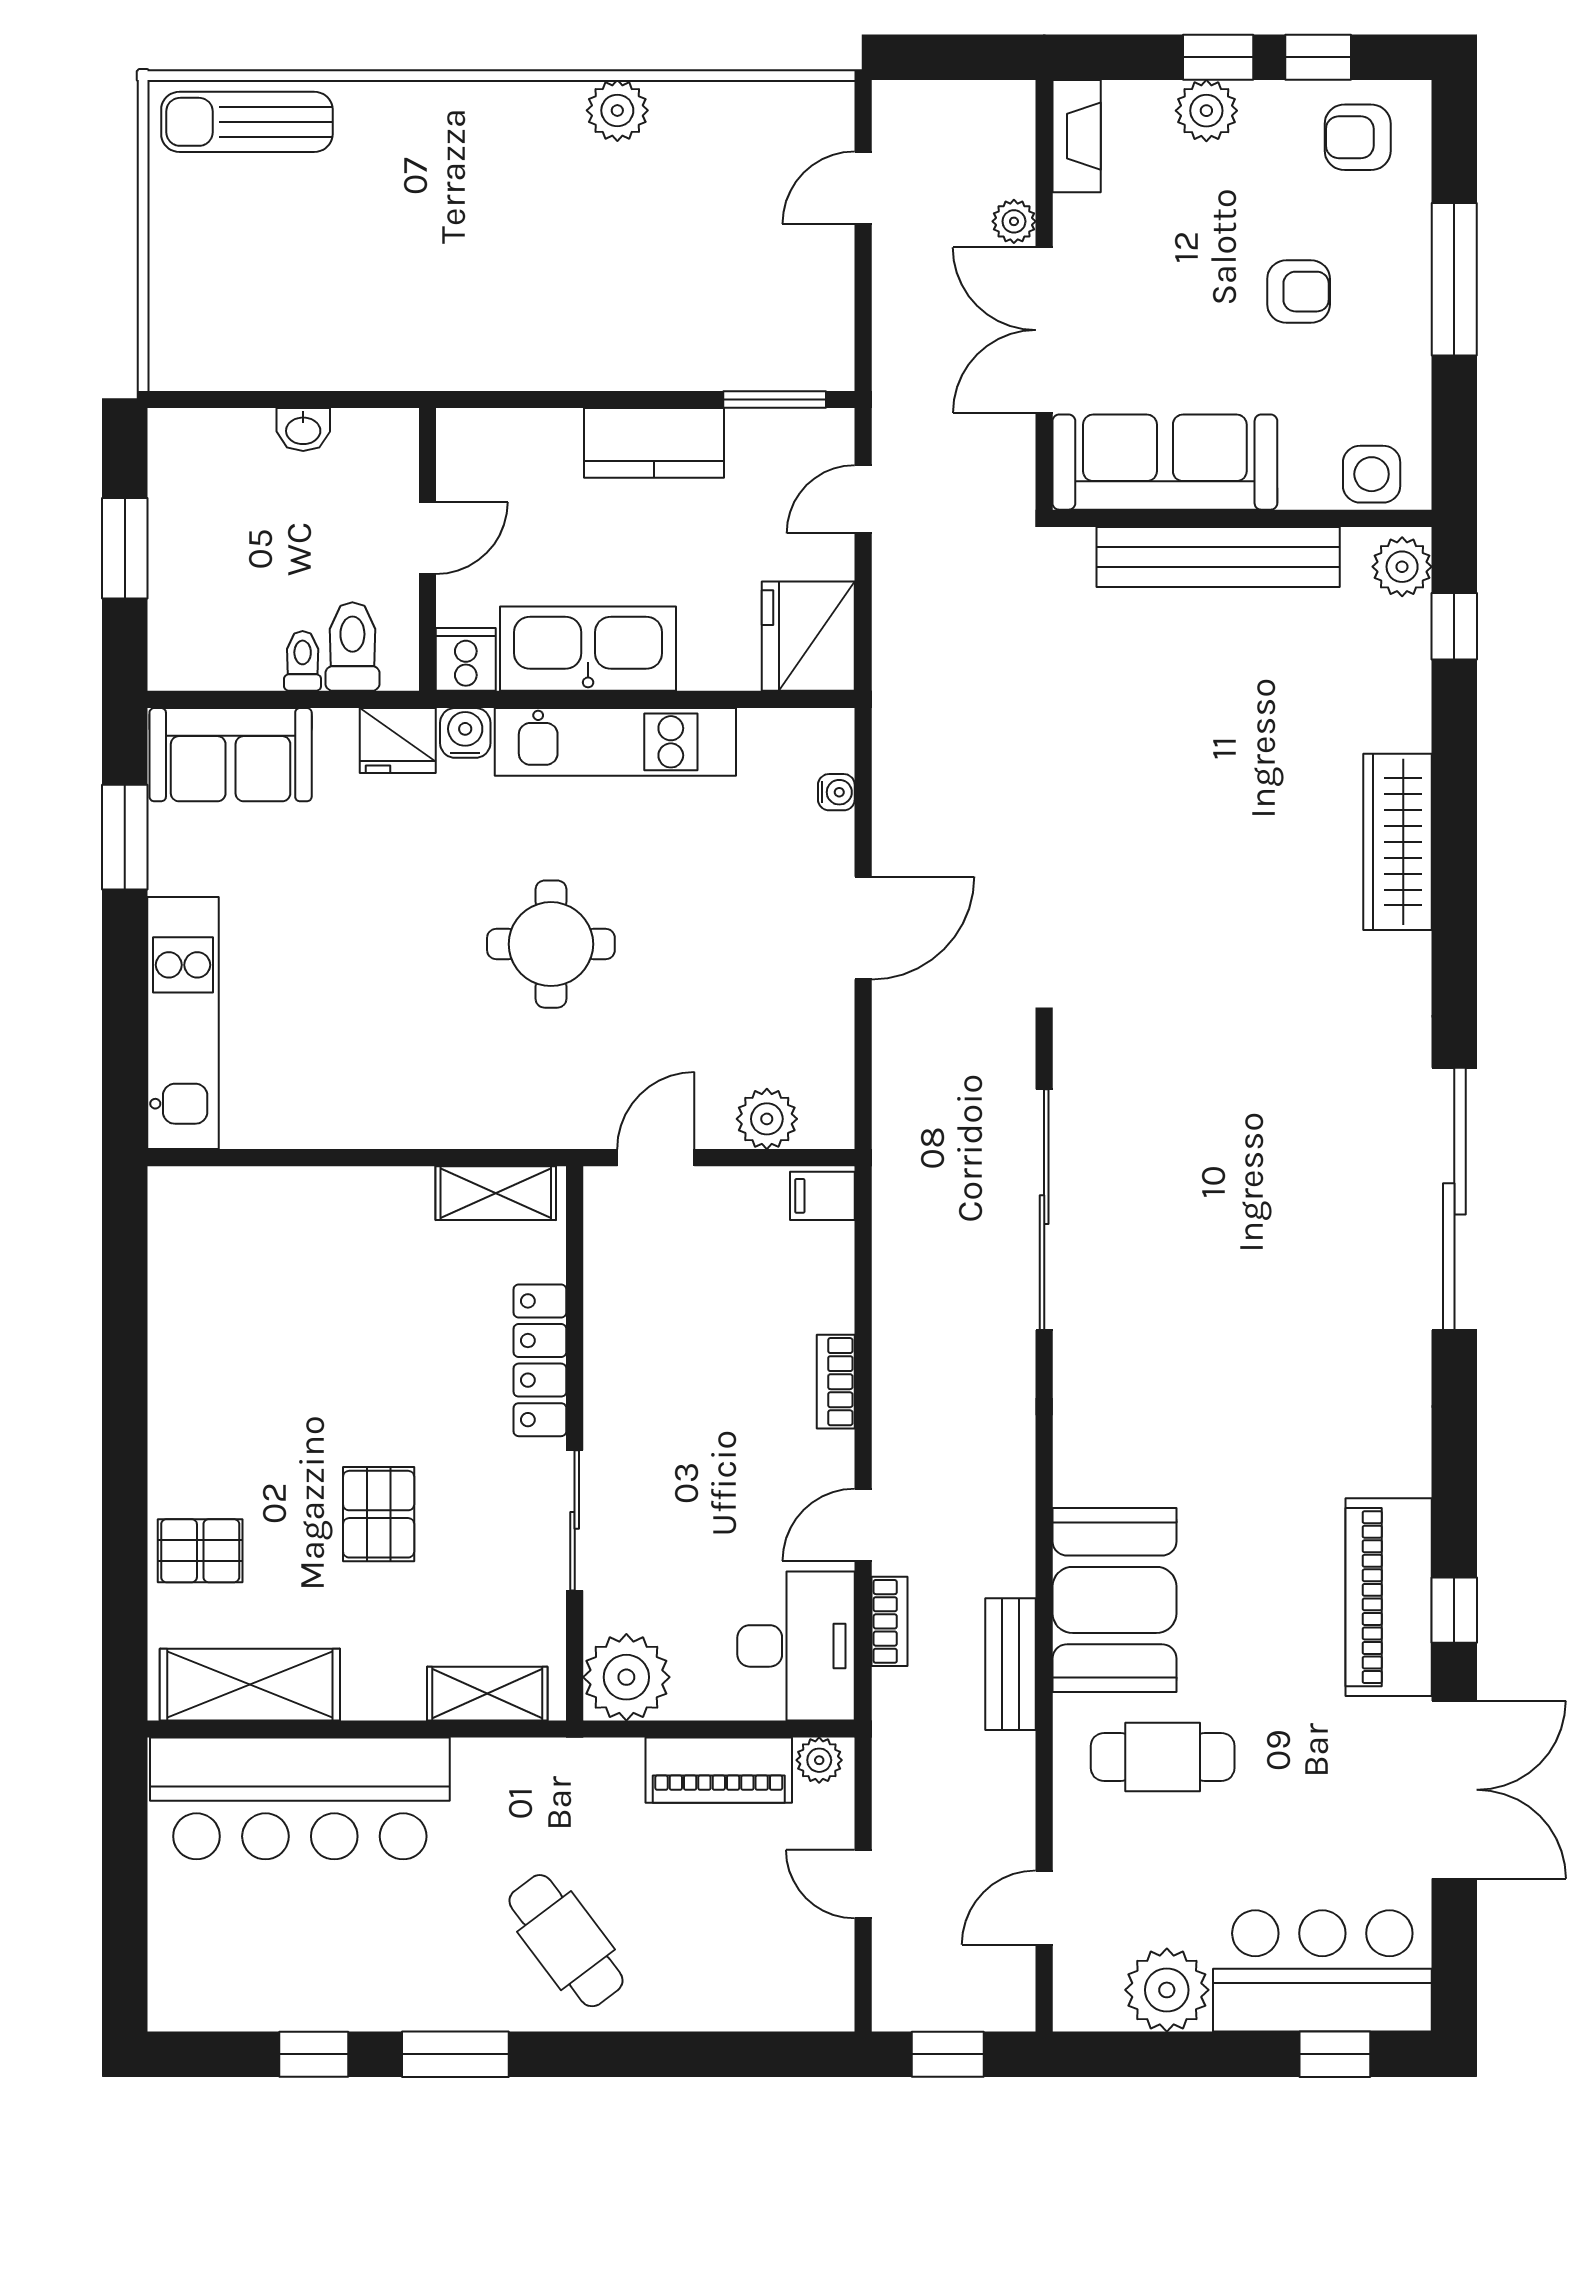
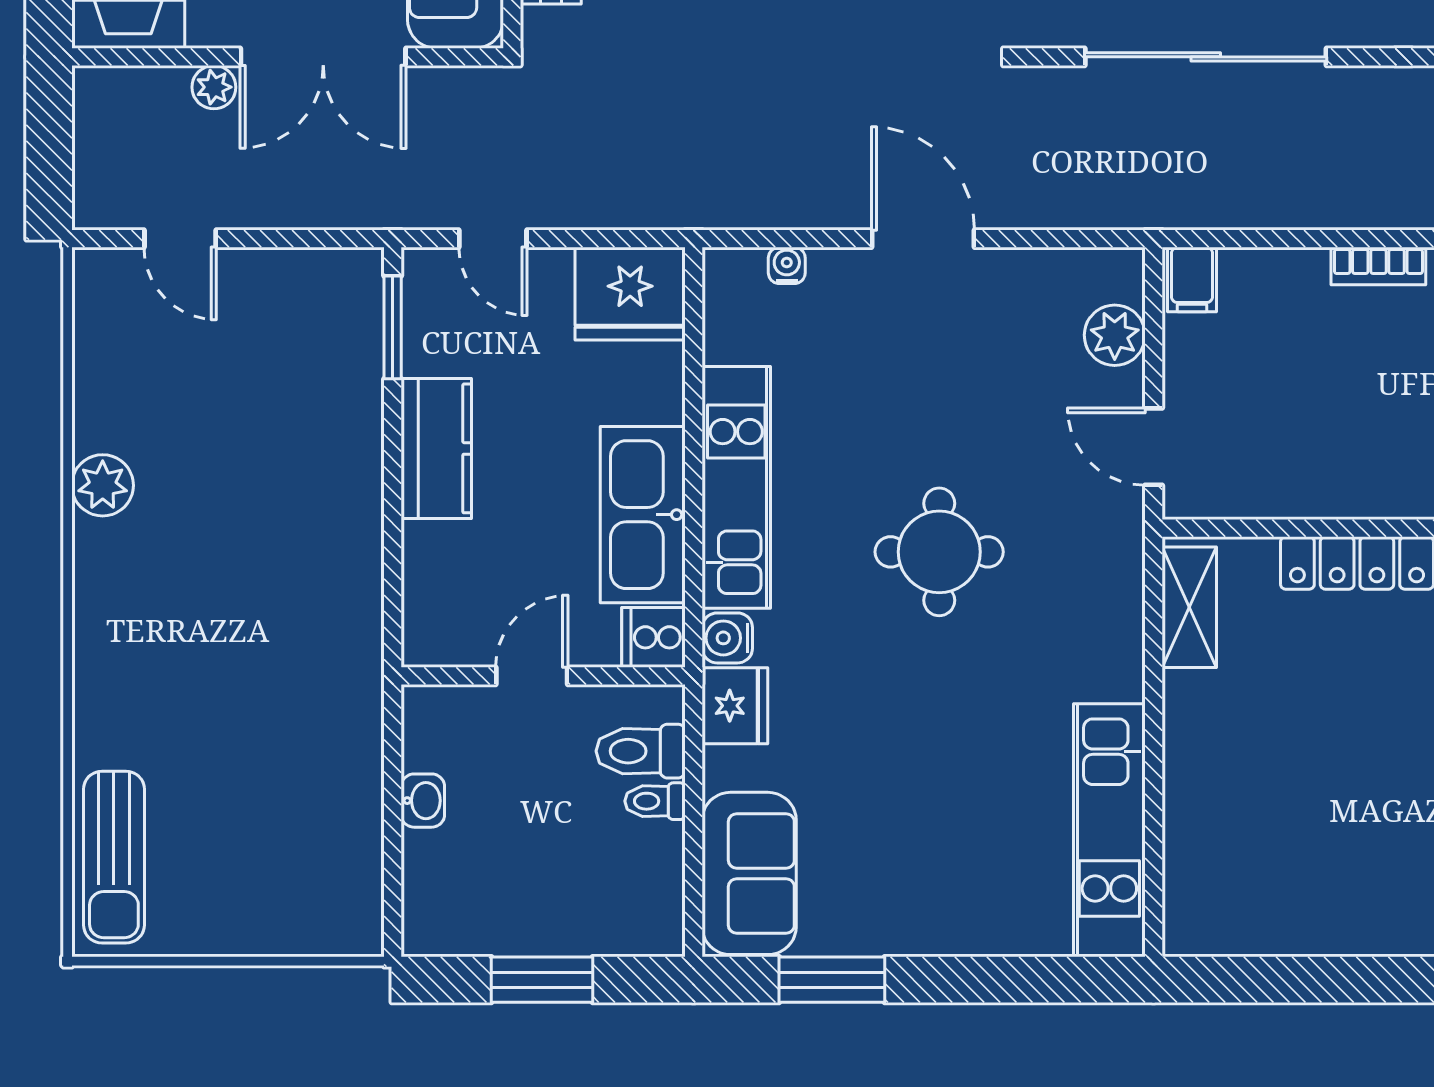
door: (427, 538) -> (532, 676), hinge flipped
kitchen unit: (183, 1023) -> (1109, 830), moved, turned -90

